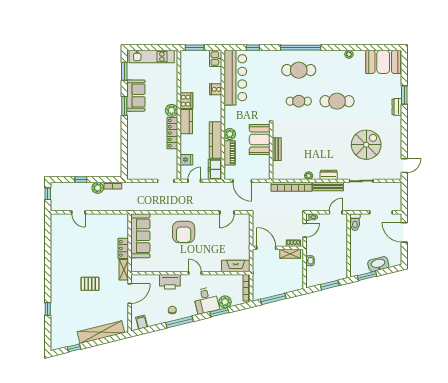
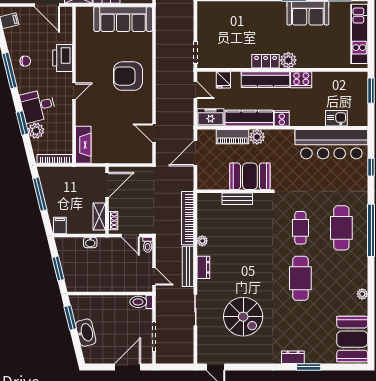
kitchen sink: (216, 58) -> (336, 118), moved
cooker: (216, 89) -> (282, 118), moved
kitchen counter: (186, 122) -> (265, 80), width x1.50
locker: (172, 133) -> (266, 61), width x0.66
filing cabinet: (297, 284) -> (60, 225), added

